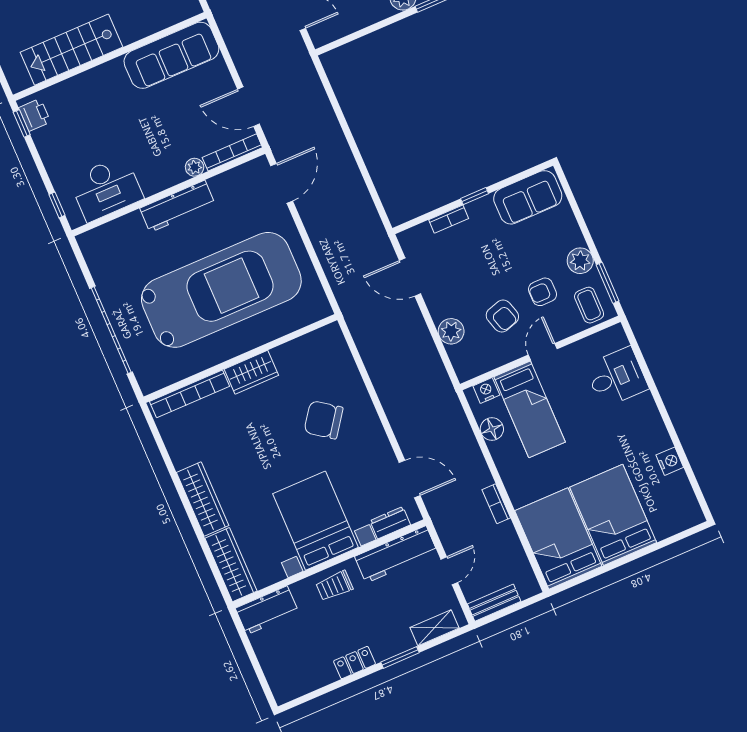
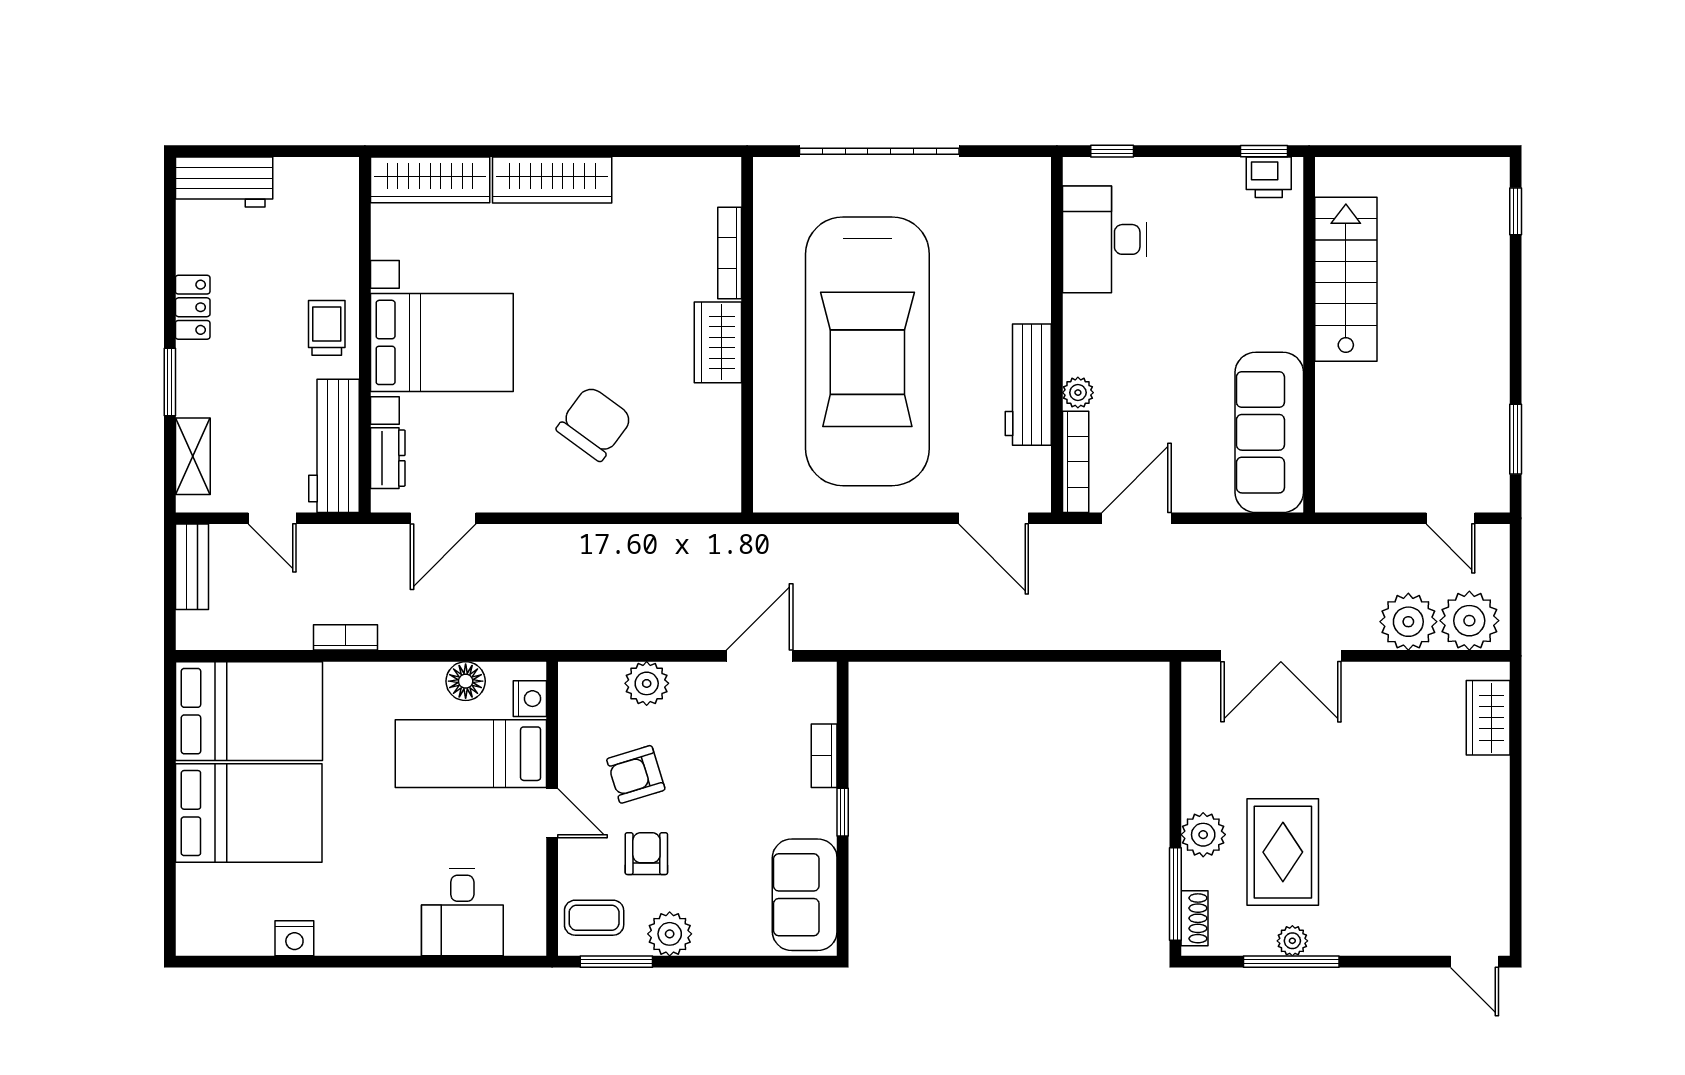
workbench: (177, 206) -> (1028, 385), moved
bookcase: (190, 394) -> (730, 253), width x0.68, depth x0.76
workbench: (267, 610) -> (224, 182), moved, turned -90

